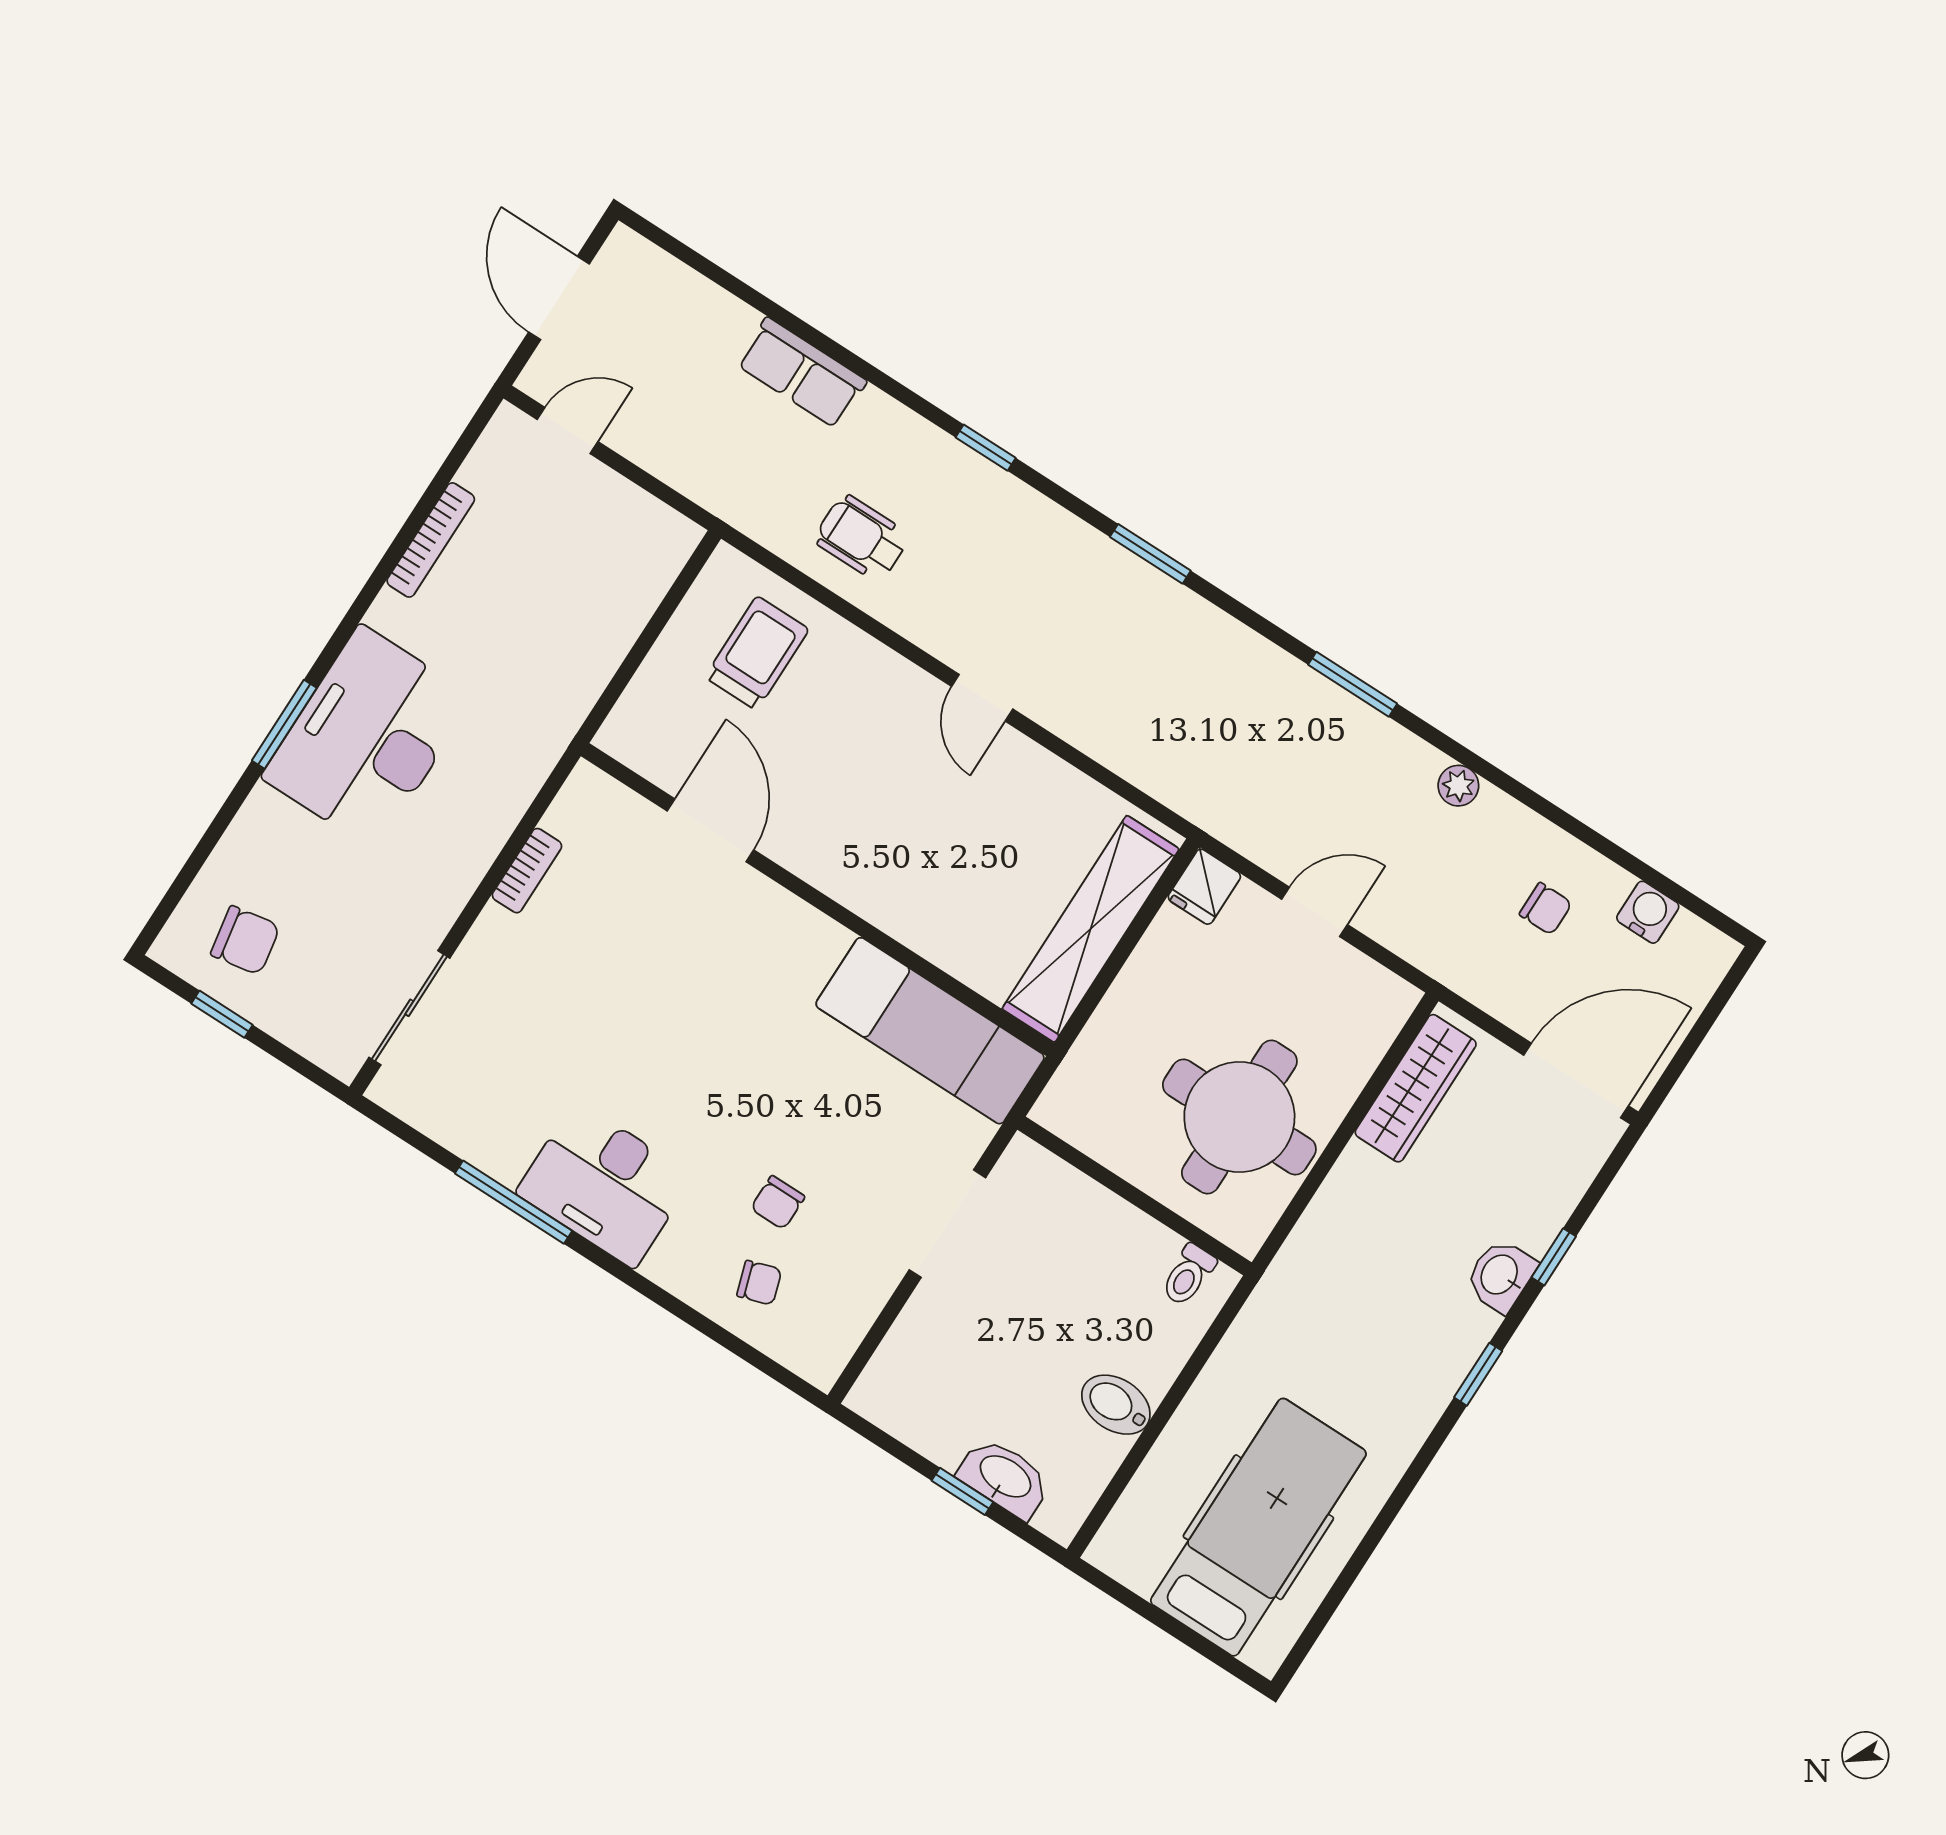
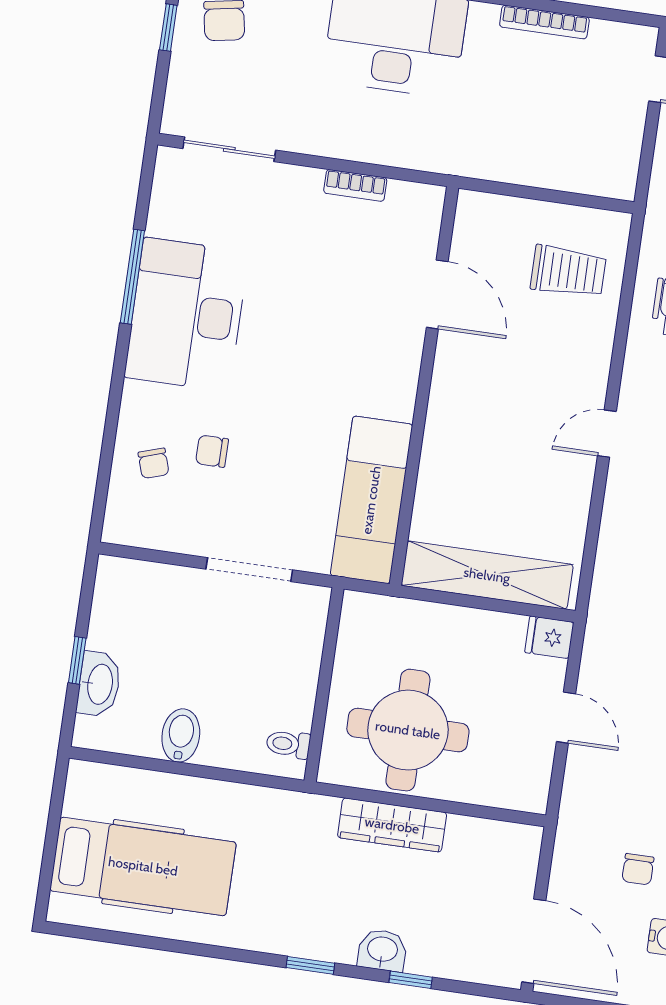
door: (710, 830) -> (437, 294), hinge flipped
wardrobe: (1416, 1088) -> (392, 825), moved
desk: (605, 1185) -> (187, 315), width x1.36, depth x1.30

